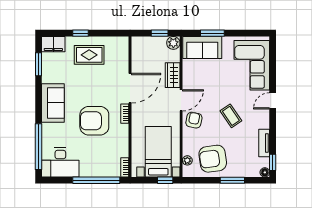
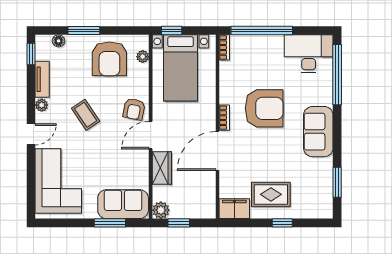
filing cabinet: (53, 44) -> (234, 209), moved
plant: (265, 123) -> (42, 105), added
armchair: (213, 159) -> (109, 59), turned 98
floor lamp: (265, 172) -> (59, 41), moved

